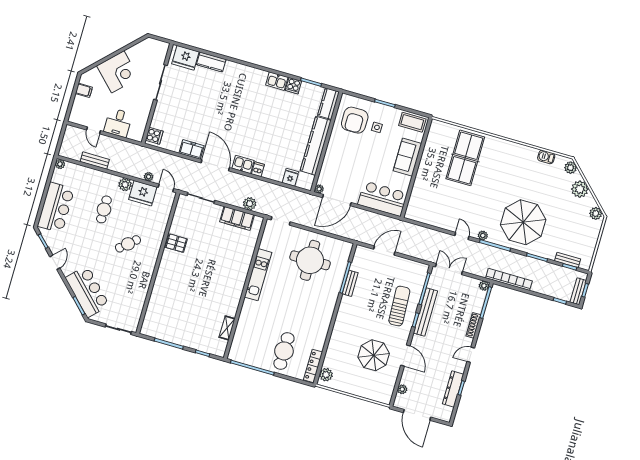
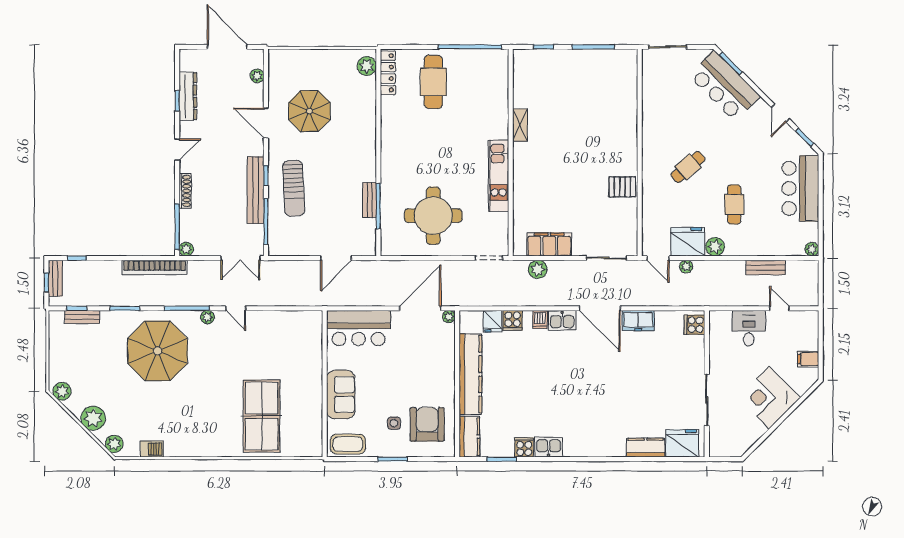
cooker: (277, 174) -> (513, 320), added
shelving: (227, 328) -> (520, 125), moved

